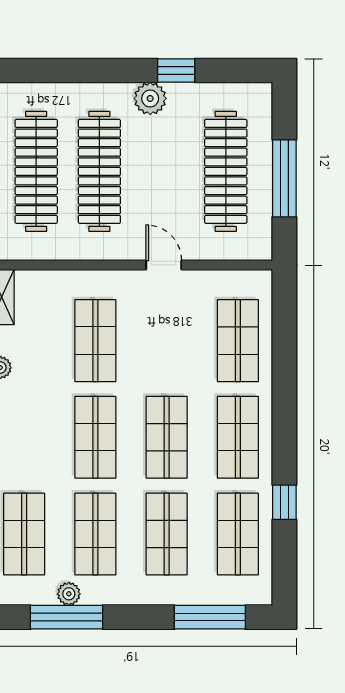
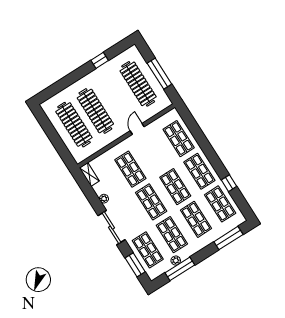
plant: (150, 98) -> (97, 75), removed
door: (164, 265) -> (137, 129), hinge flipped

